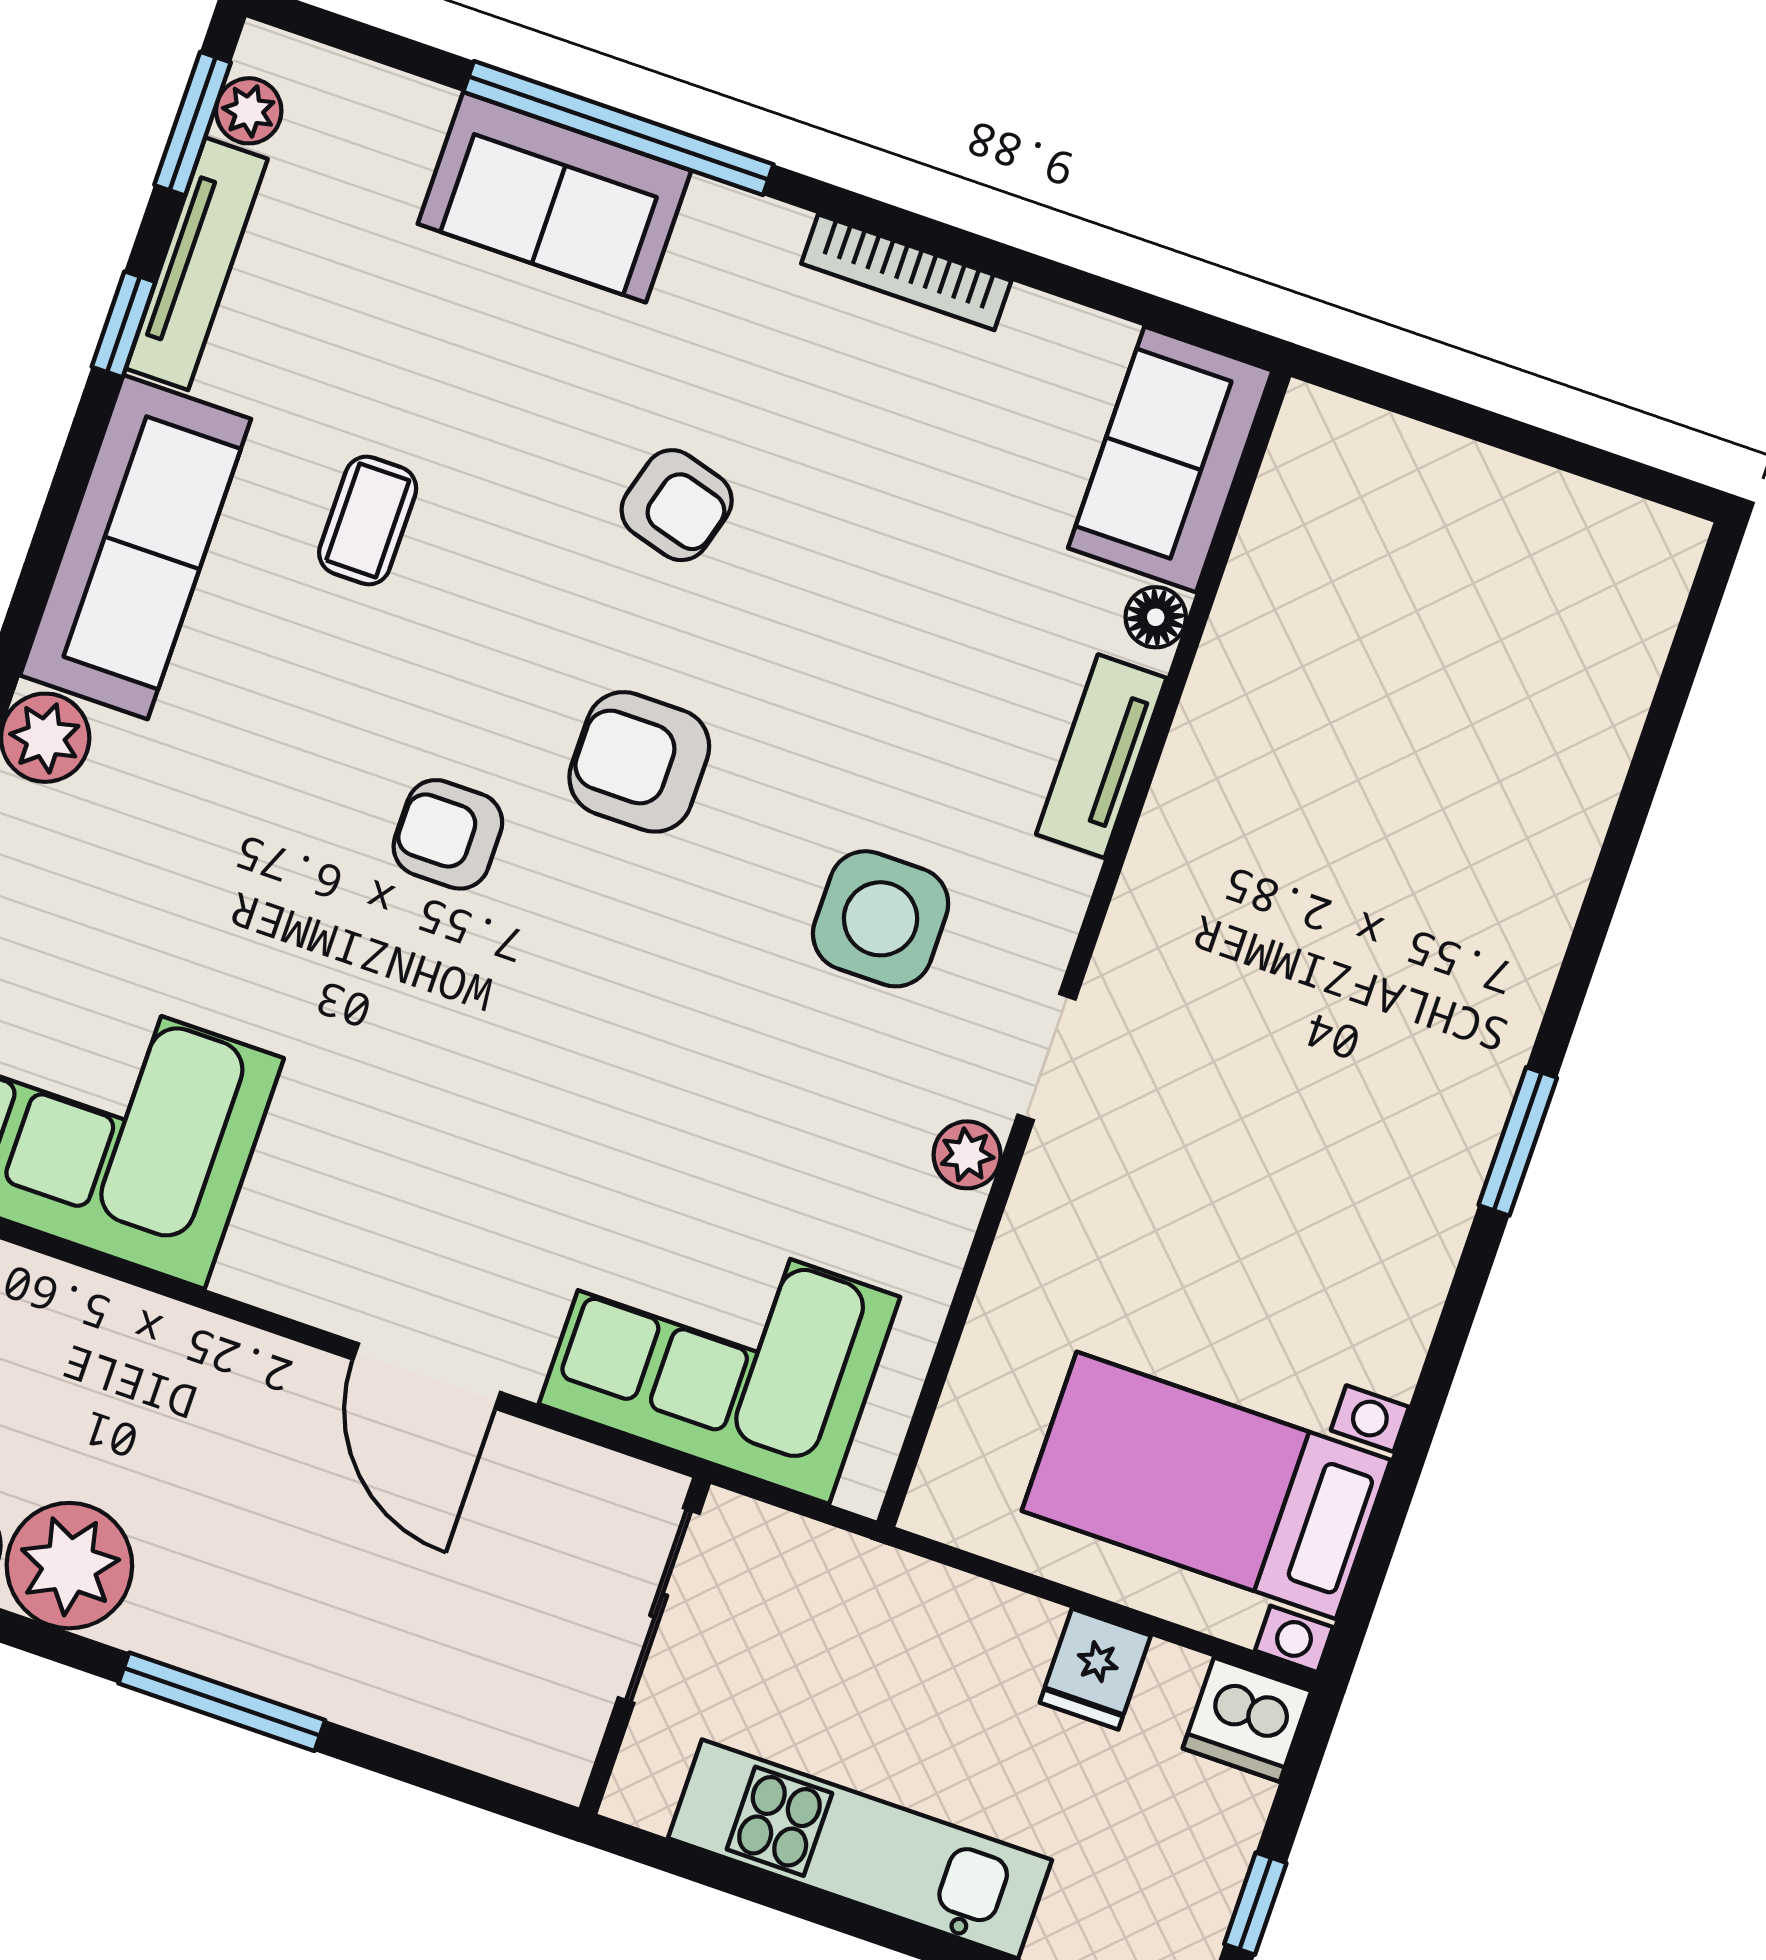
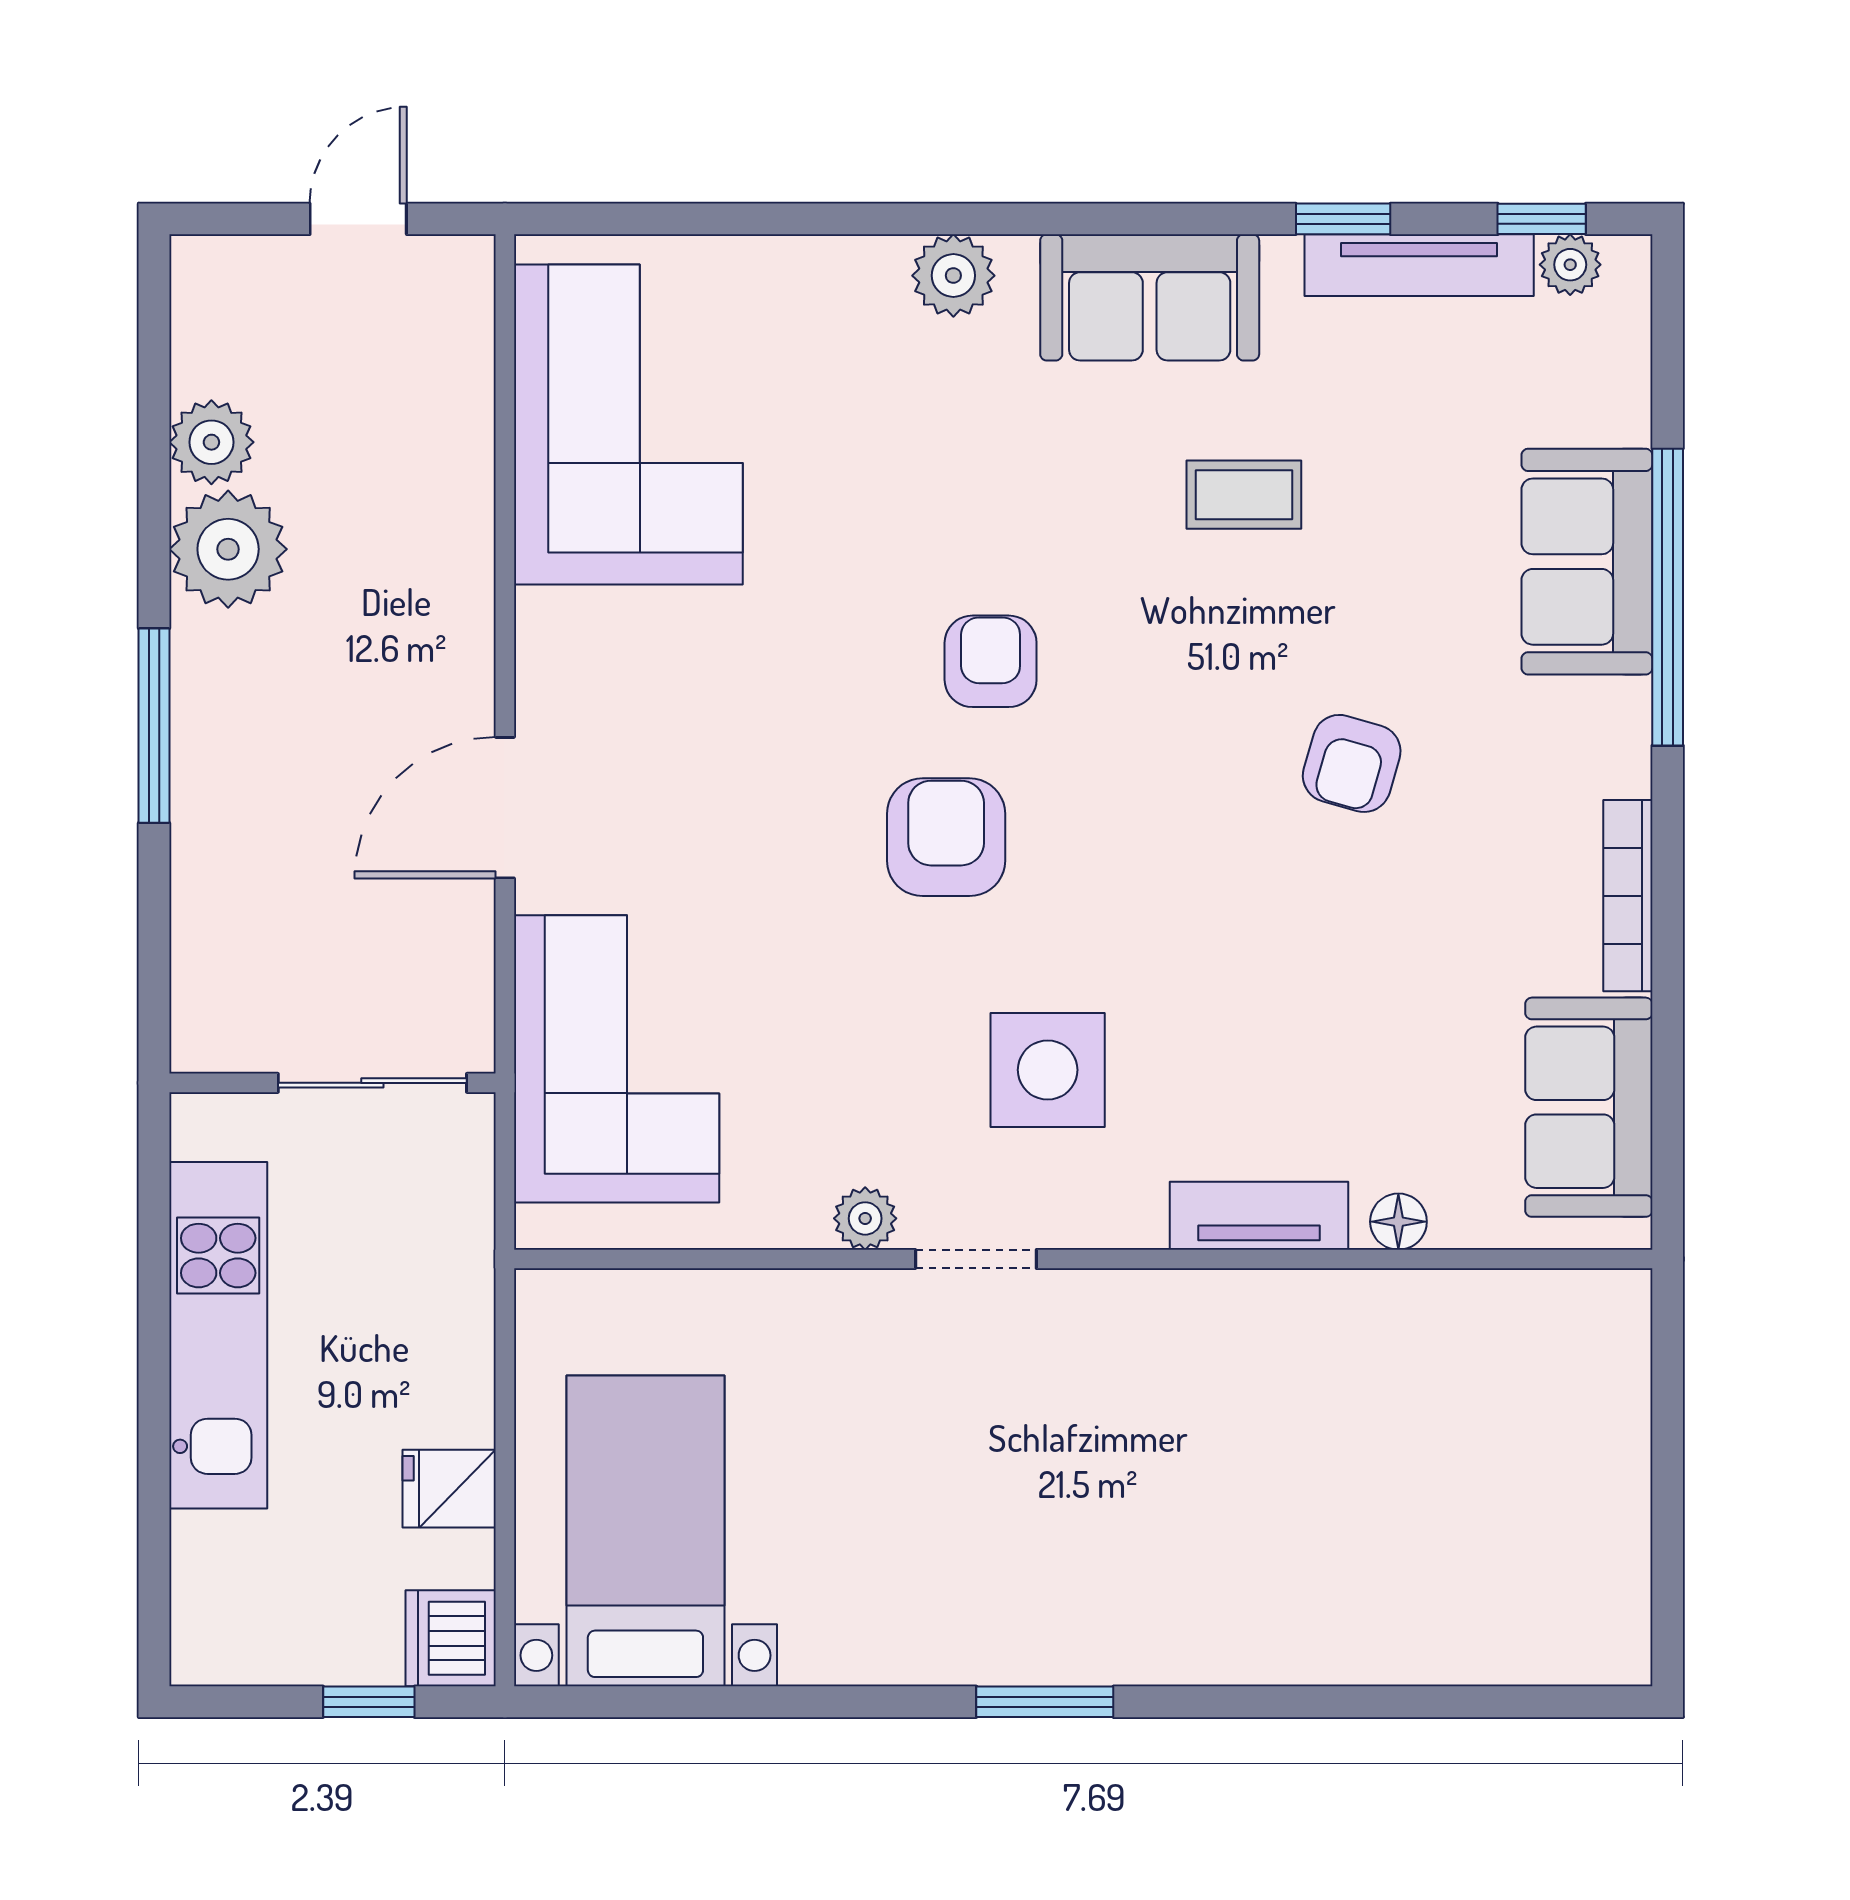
window: (193, 124) -> (1542, 219), width x0.67
sofa: (1170, 459) -> (1589, 1107), moved, turned -90
sofa: (136, 547) -> (1150, 297), width x0.73
armchair: (639, 762) -> (946, 837), moved
window: (1255, 1904) -> (369, 1702), moved

